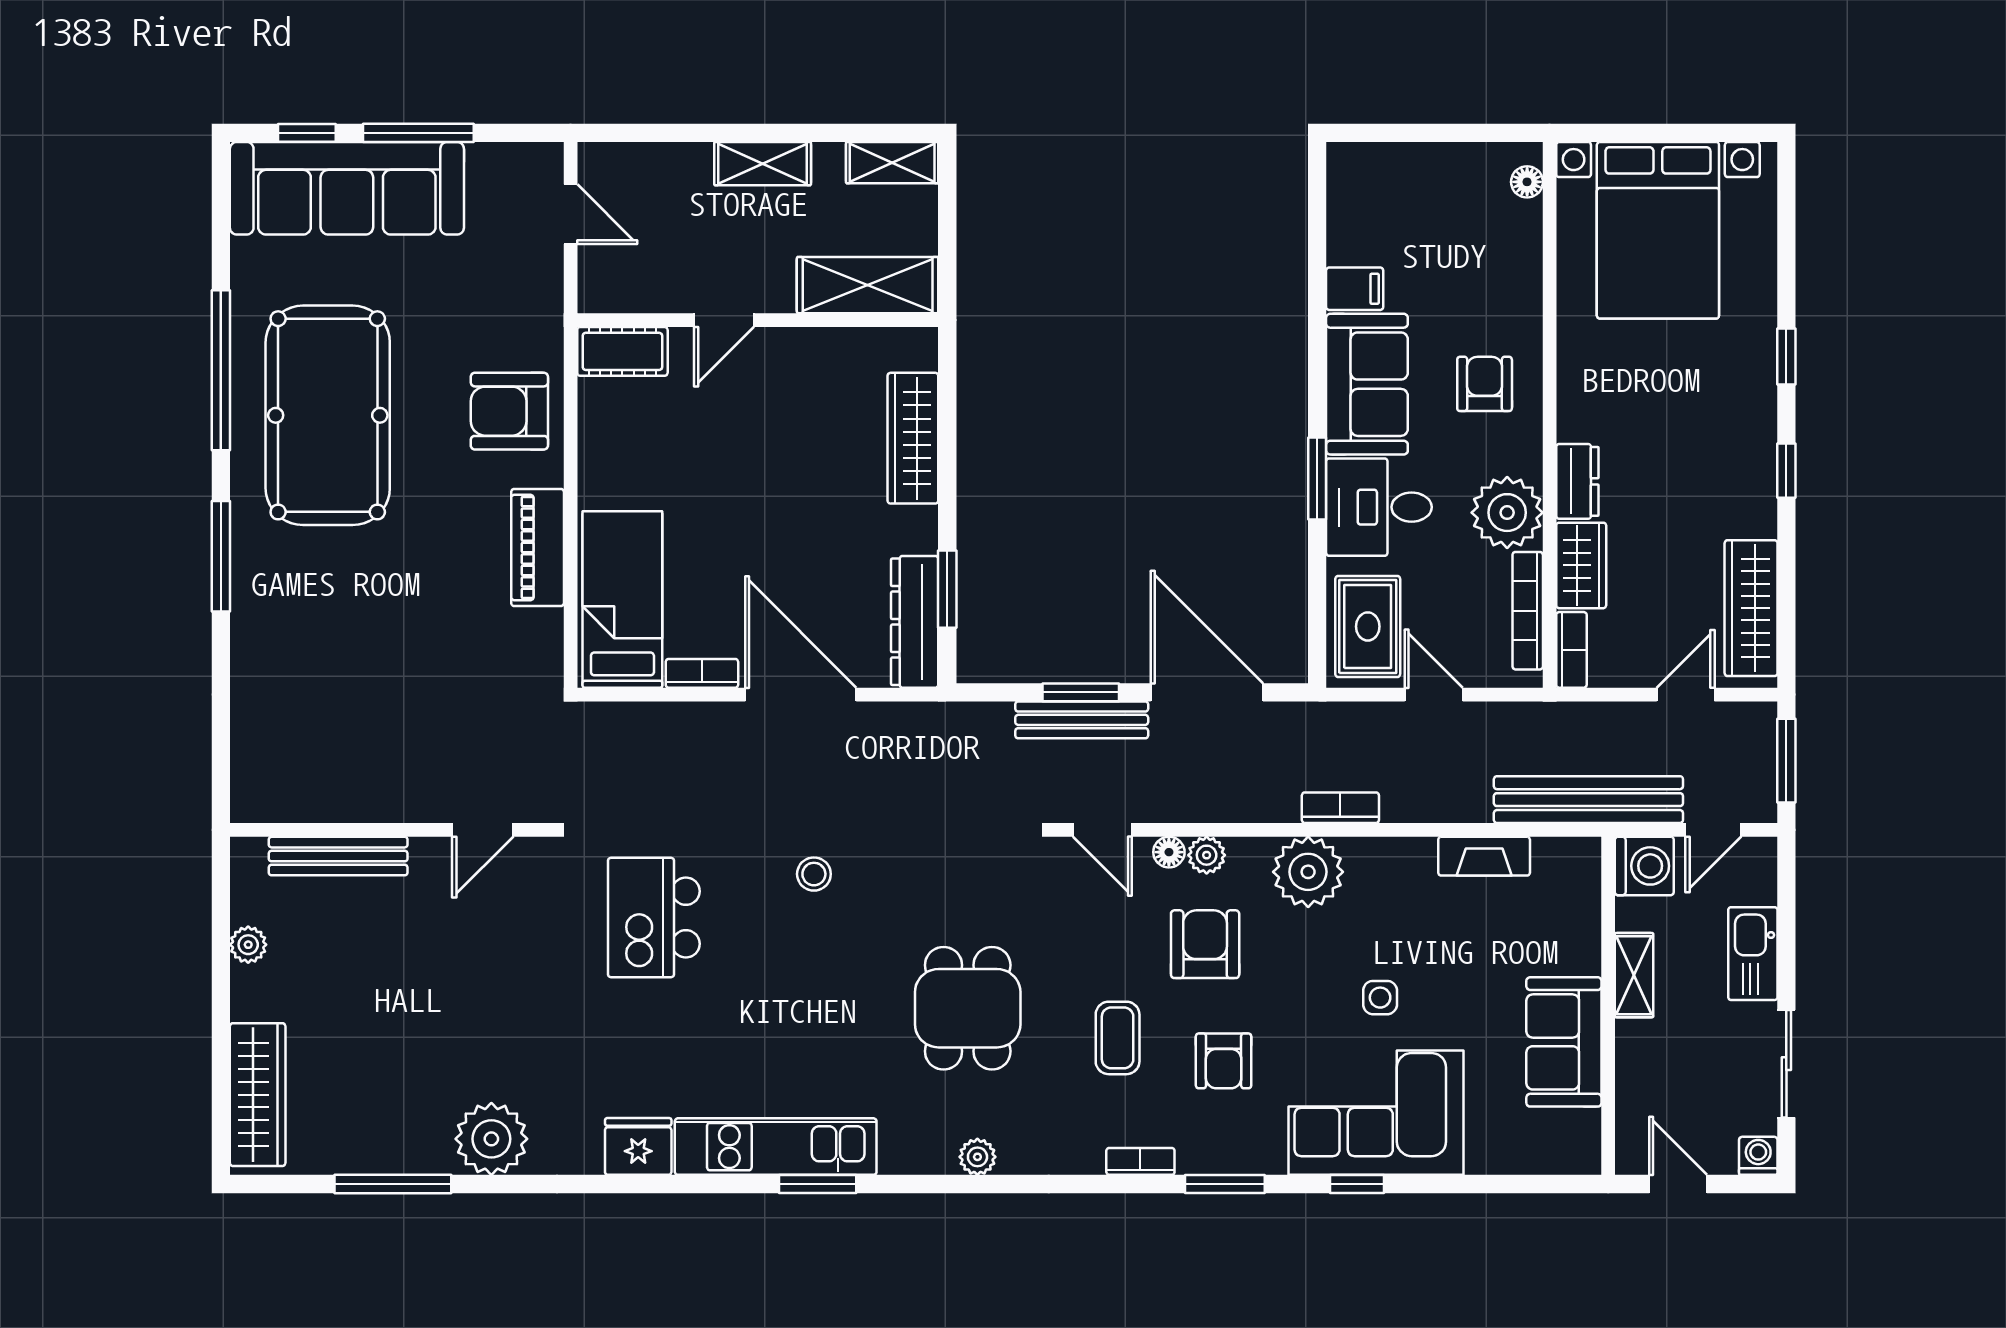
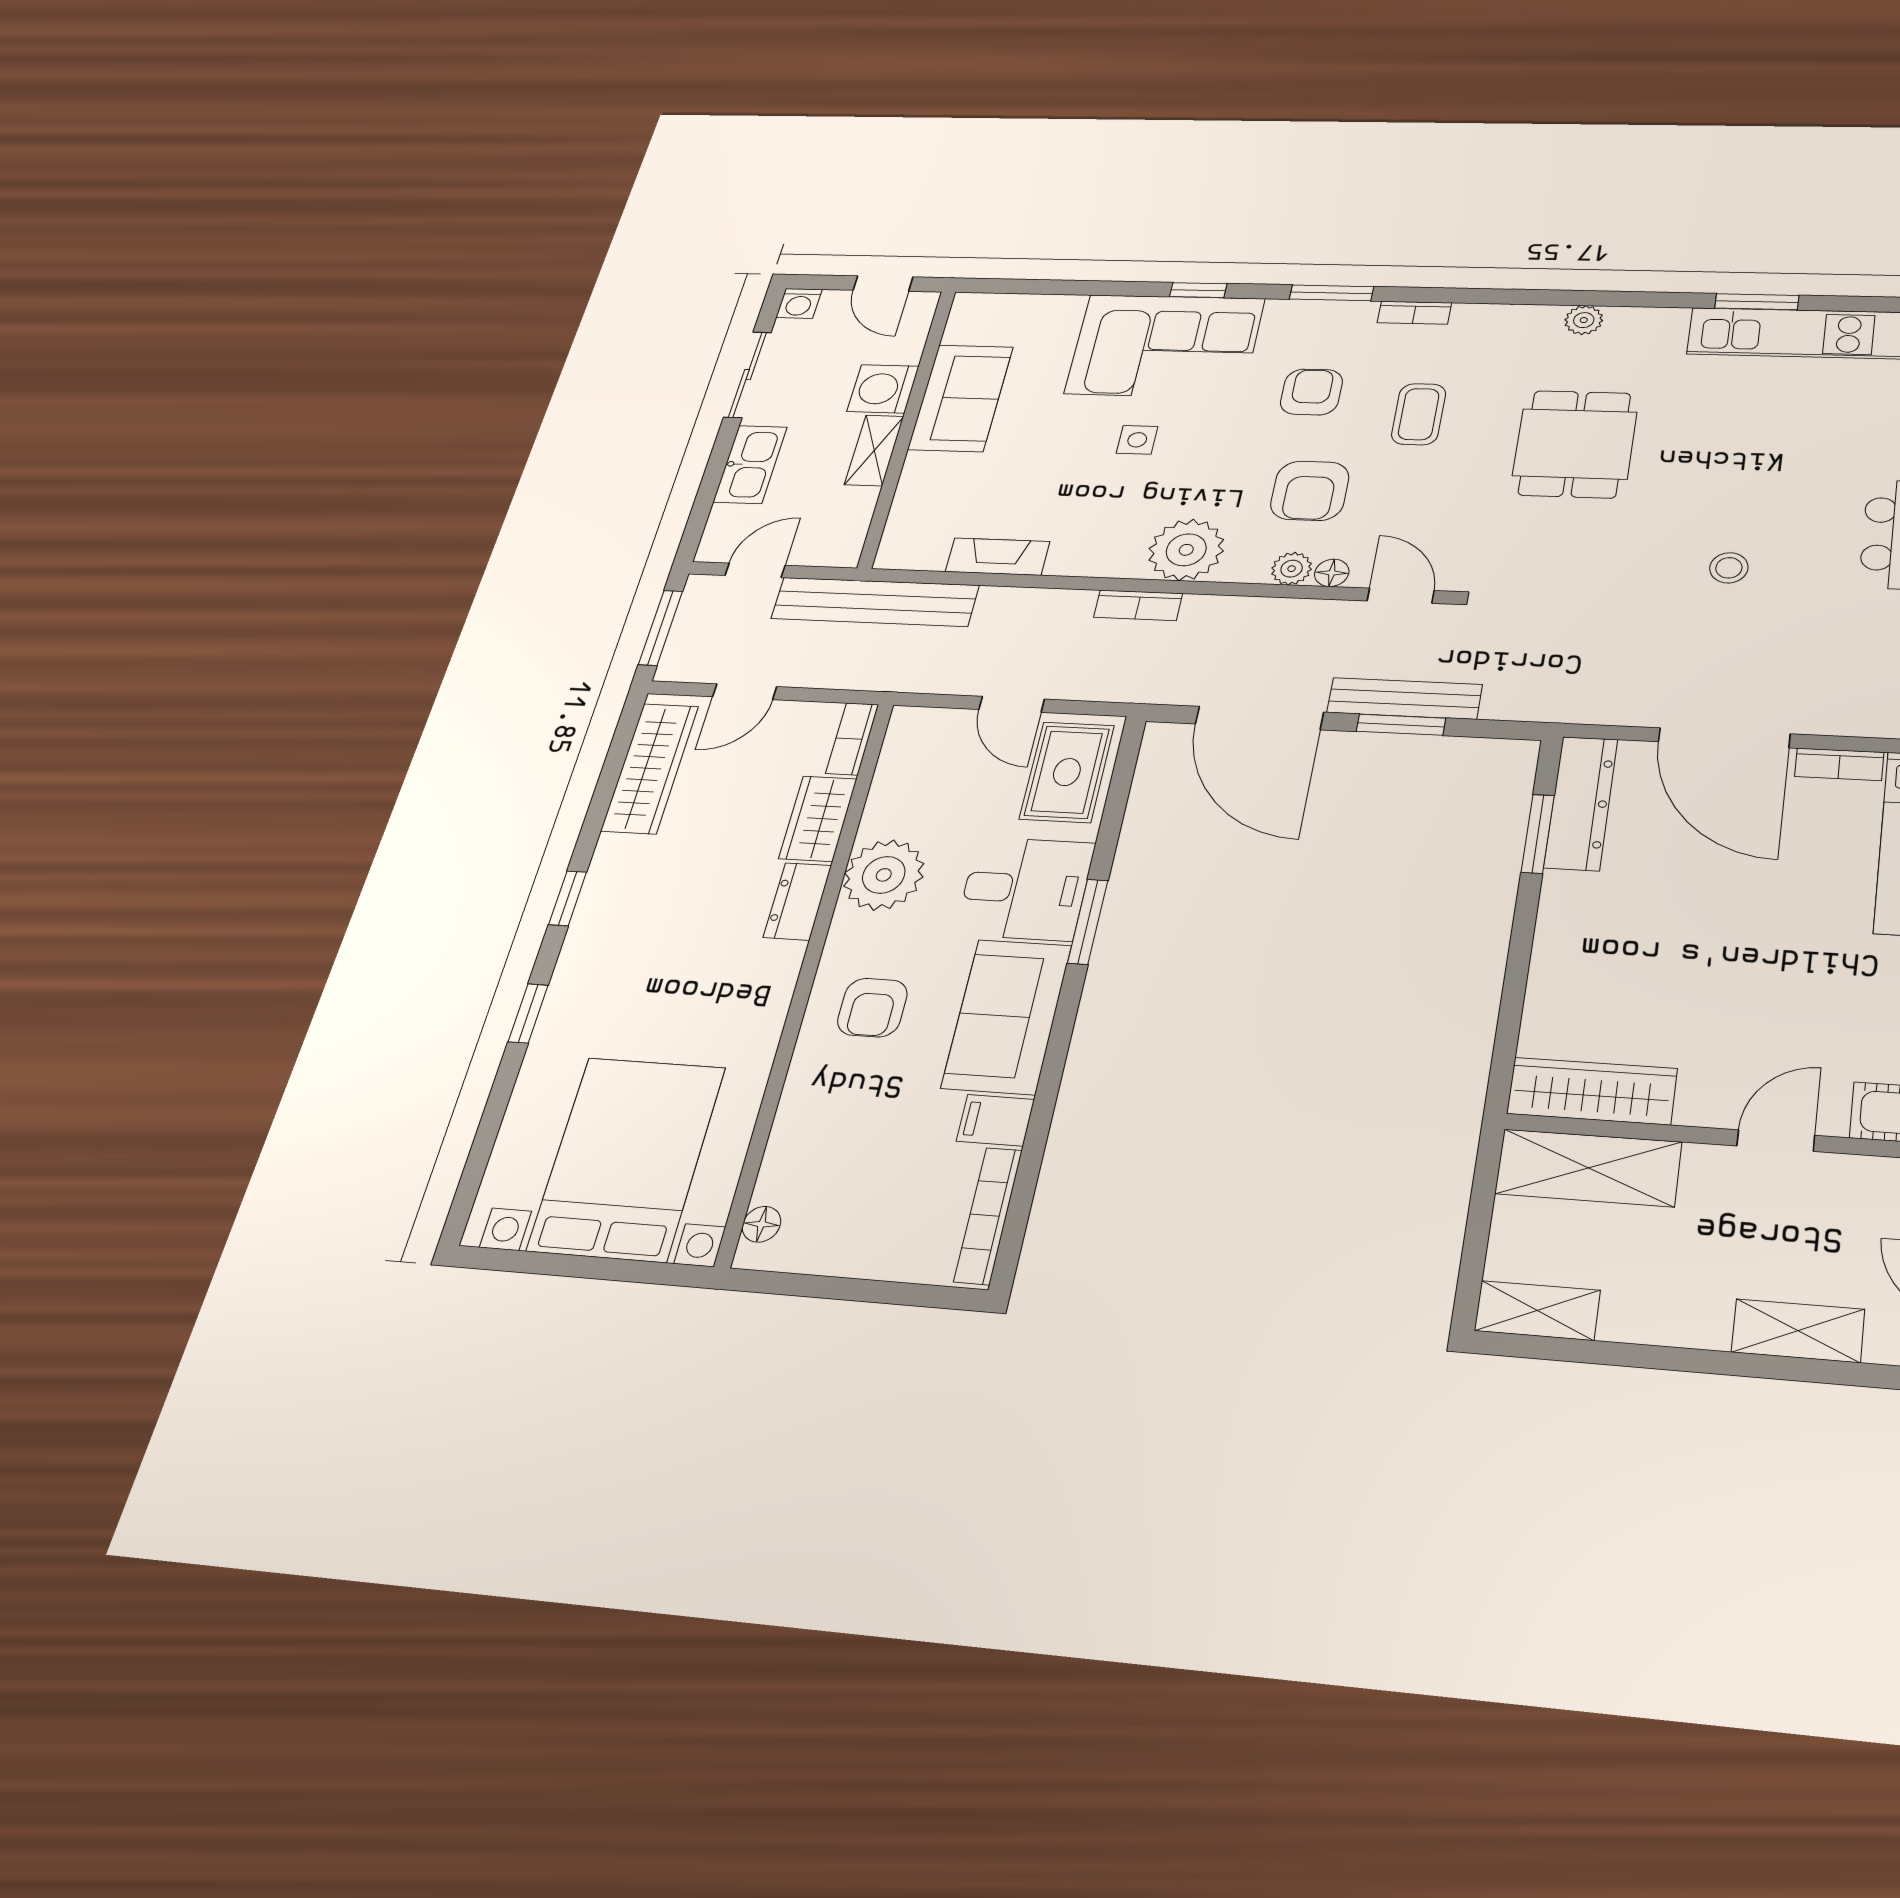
shelving: (763, 164) -> (1798, 1331), moved
wardrobe: (913, 438) -> (1592, 1091), moved, turned -90
bookcase: (1528, 611) -> (988, 1216), moved, turned 180
washing machine: (1644, 866) -> (883, 389), moved

